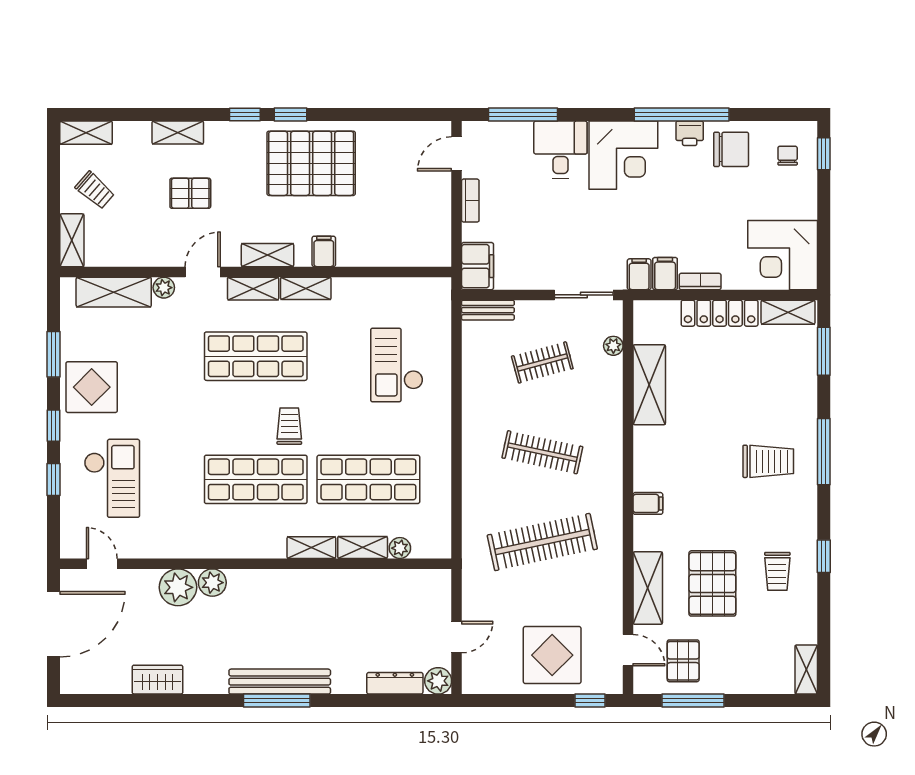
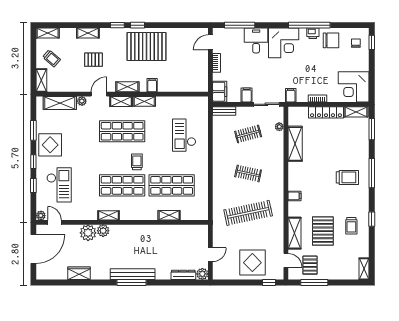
filing cabinet: (665, 274) -> (247, 95), moved
clothes rail: (542, 452) -> (248, 173), width x0.73
shelving: (311, 548) -> (109, 215), moved
plant: (400, 548) -> (41, 216), moved

